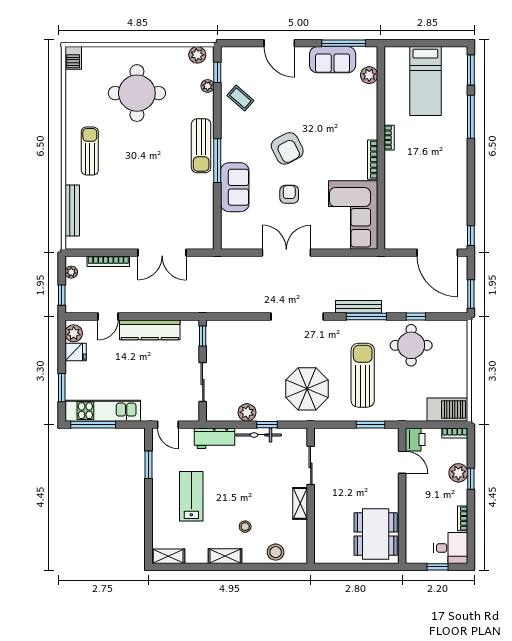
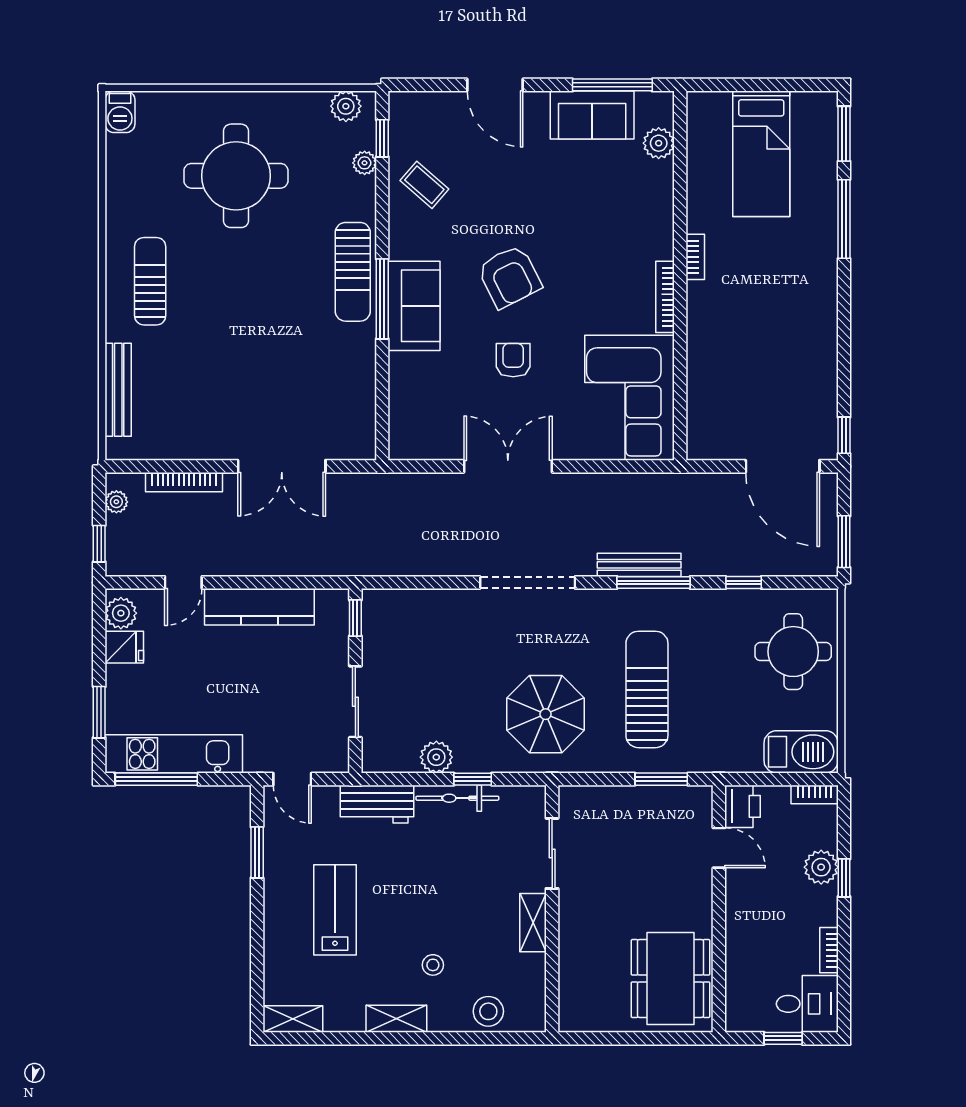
sofa: (235, 187) -> (414, 306), moved
round table: (411, 345) -> (793, 652), moved

